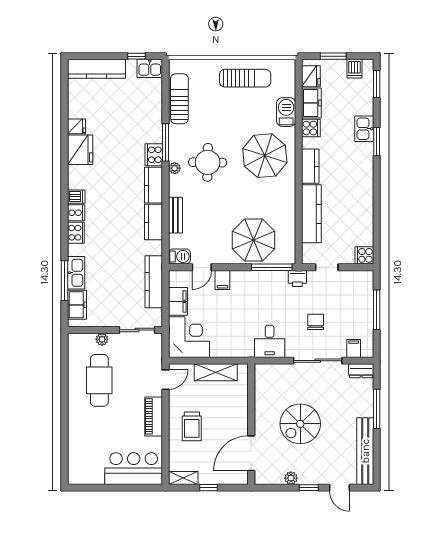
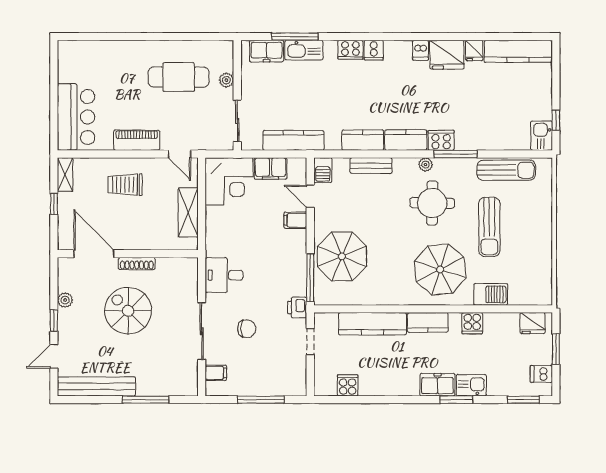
kitchen counter: (96, 69) -> (518, 51), moved, turned -90
sun lounger: (245, 78) -> (489, 227), moved
freezer: (311, 103) -> (438, 385), moved, turned 180
dishwasher: (76, 197) -> (420, 50), moved
cooker: (364, 255) -> (348, 385), moved
dresser: (361, 371) -> (190, 382), removed
shoe rack: (260, 416) -> (137, 263), added

